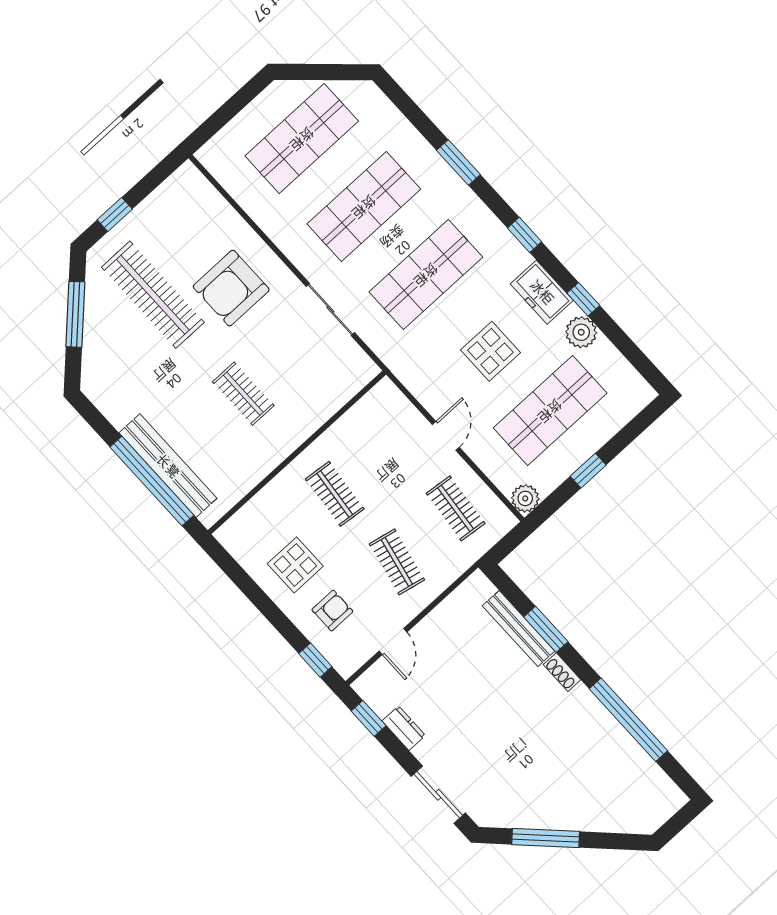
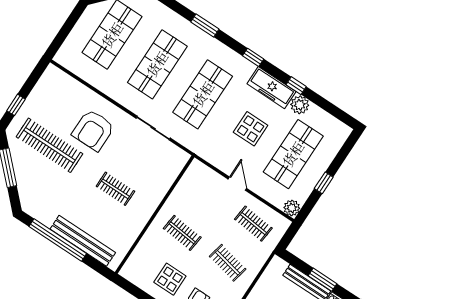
freezer: (542, 292) -> (271, 88), width x1.40
window: (152, 481) -> (58, 240), moved

